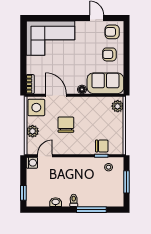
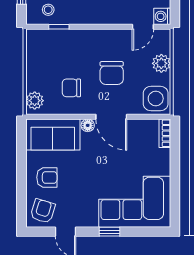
window: (67, 18) -> (110, 232), added
armchair: (112, 32) -> (43, 211), turned -73
door: (56, 95) -> (111, 117), moved
chair: (102, 146) -> (71, 88), moved

